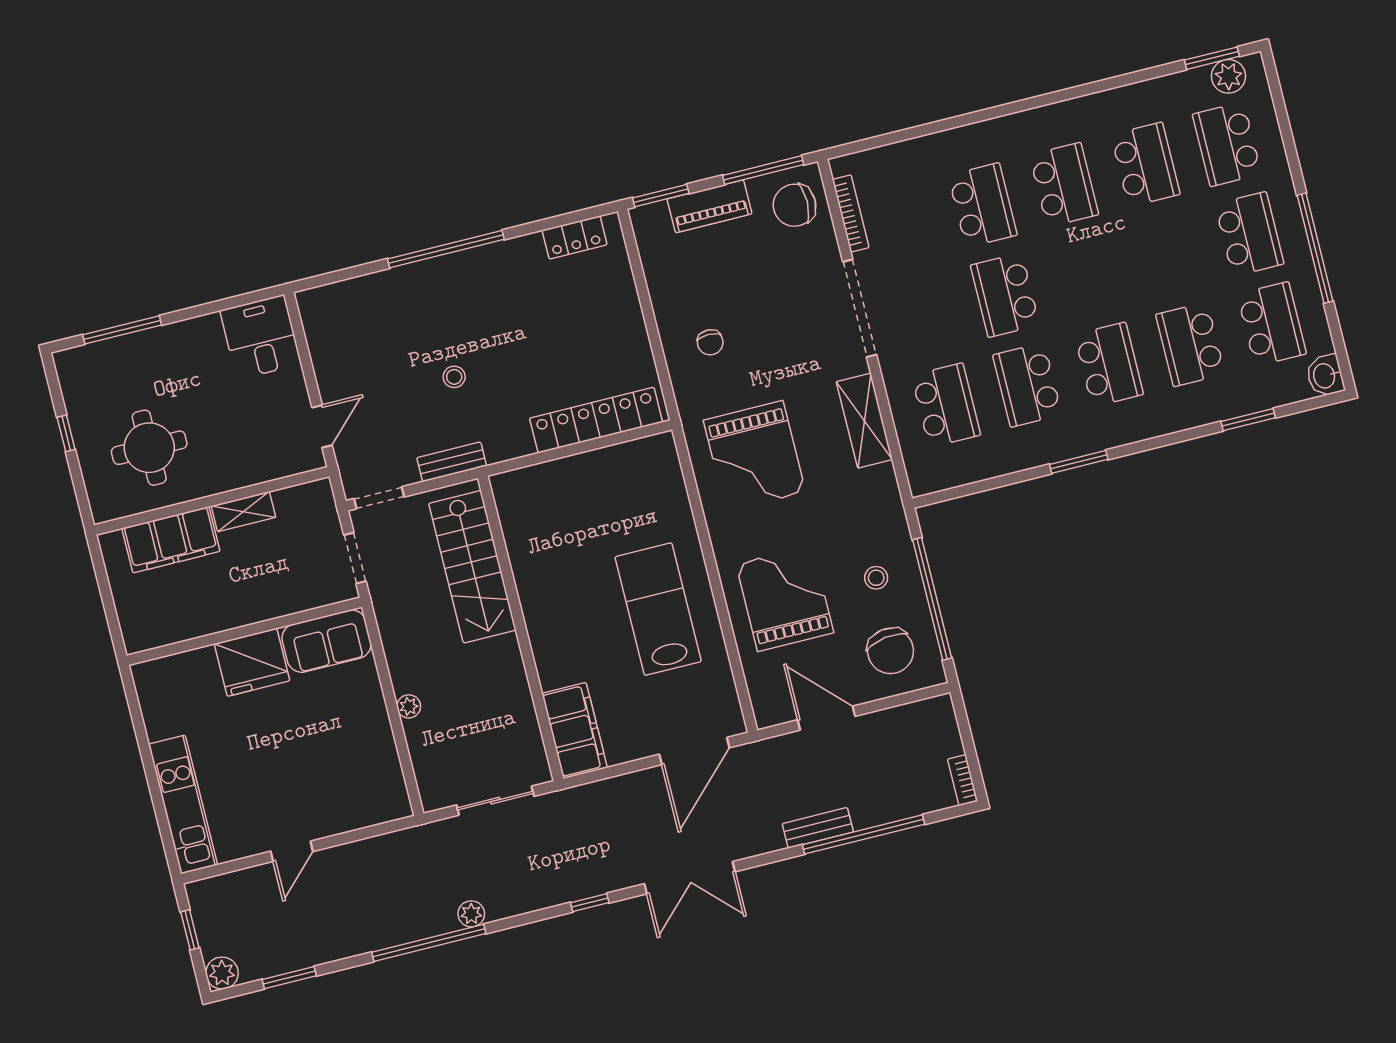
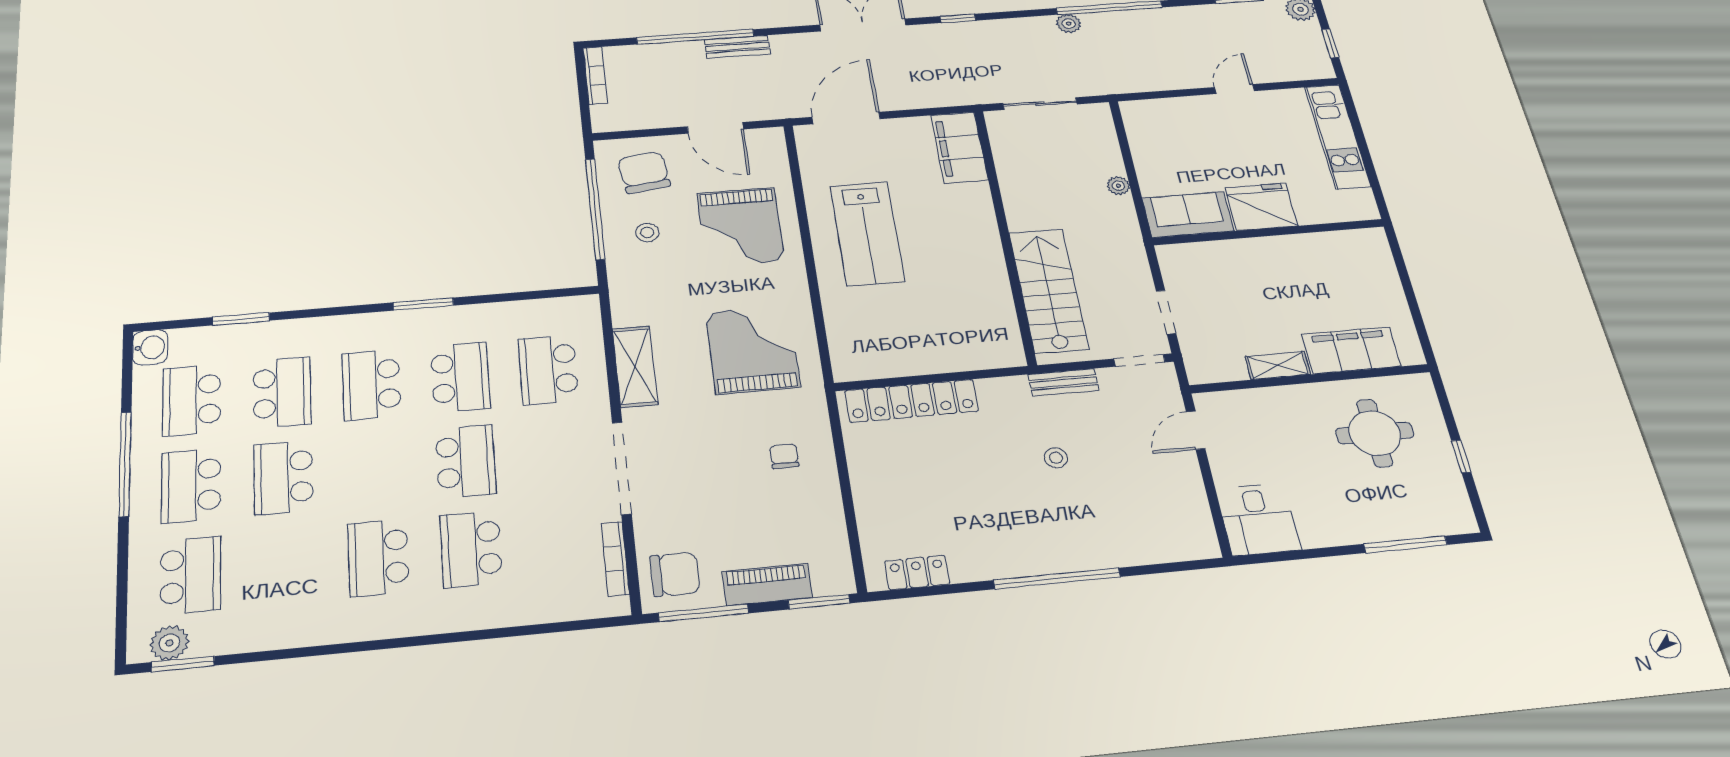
school desk: (1145, 164) -> (283, 477), moved
wall: (244, 631) -> (1268, 232), moved
sofa: (327, 641) -> (1188, 215), moved
fridge: (252, 662) -> (1261, 207), moved
bookcase: (963, 780) -> (595, 75), width x1.56

